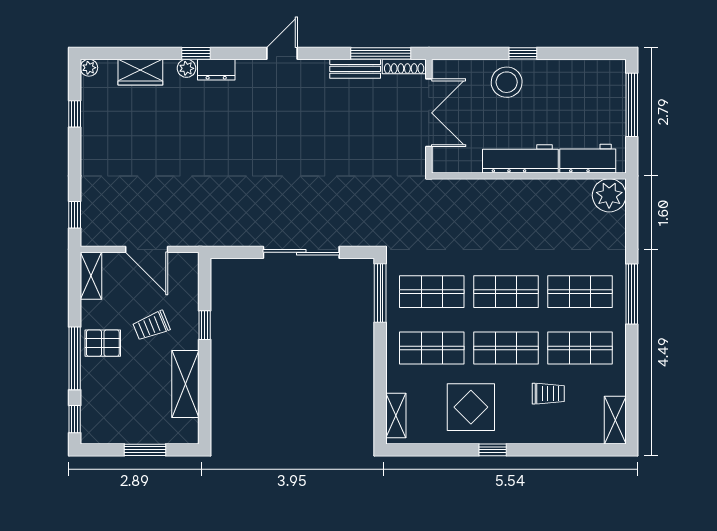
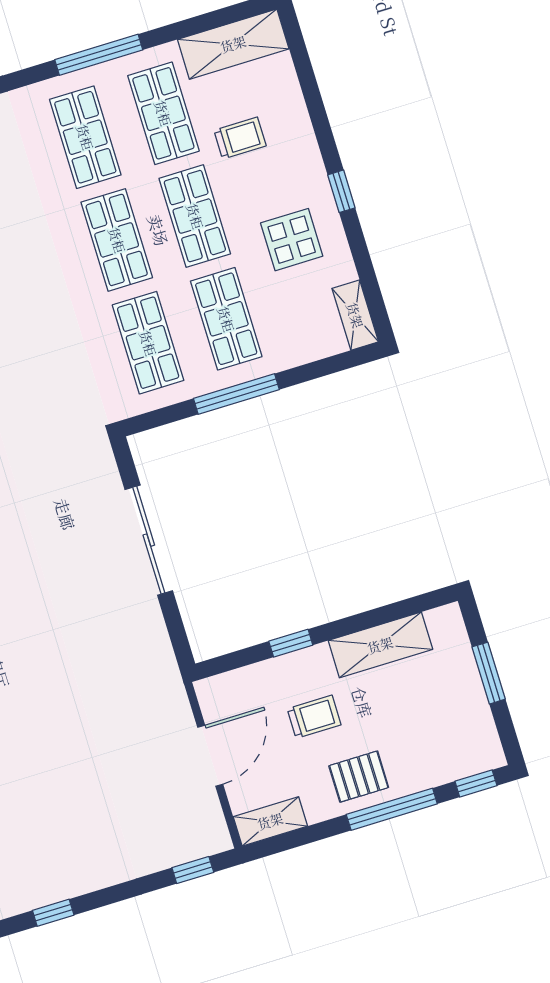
window: (380, 293) -> (236, 394), moved
window: (632, 294) -> (99, 55), moved
trolley: (151, 326) -> (314, 717), turned -68
pallet: (103, 343) -> (359, 777), turned 90
trolley: (548, 394) -> (240, 138), turned 90
display table: (471, 407) -> (292, 240), width x0.73, depth x0.73
shelving: (396, 415) -> (355, 315), moved, turned 90
shelving: (615, 420) -> (233, 44), width x1.50, depth x1.33

